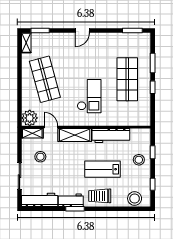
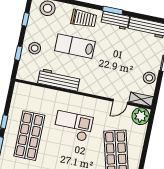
checkout: (89, 96) -> (73, 126), turned 90
door: (51, 127) -> (120, 102), hinge flipped
shelving: (75, 135) -> (97, 88), removed
stool: (40, 157) -> (149, 78), moved
lab bench: (103, 169) -> (75, 46), turned 180

